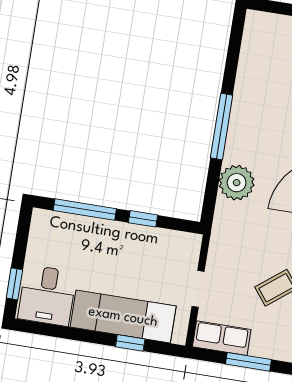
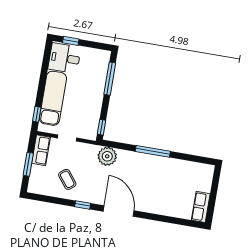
plant: (237, 183) -> (107, 156), moved
window: (143, 219) -> (101, 127), moved
window: (130, 343) -> (37, 114), moved

